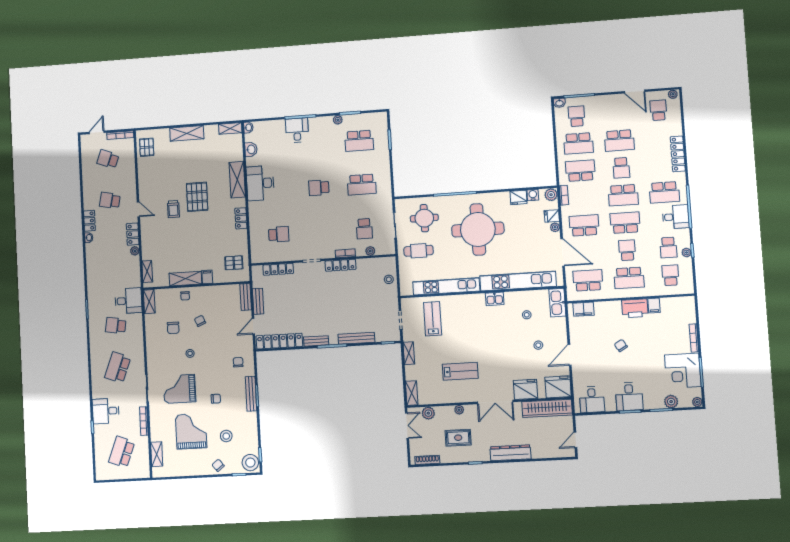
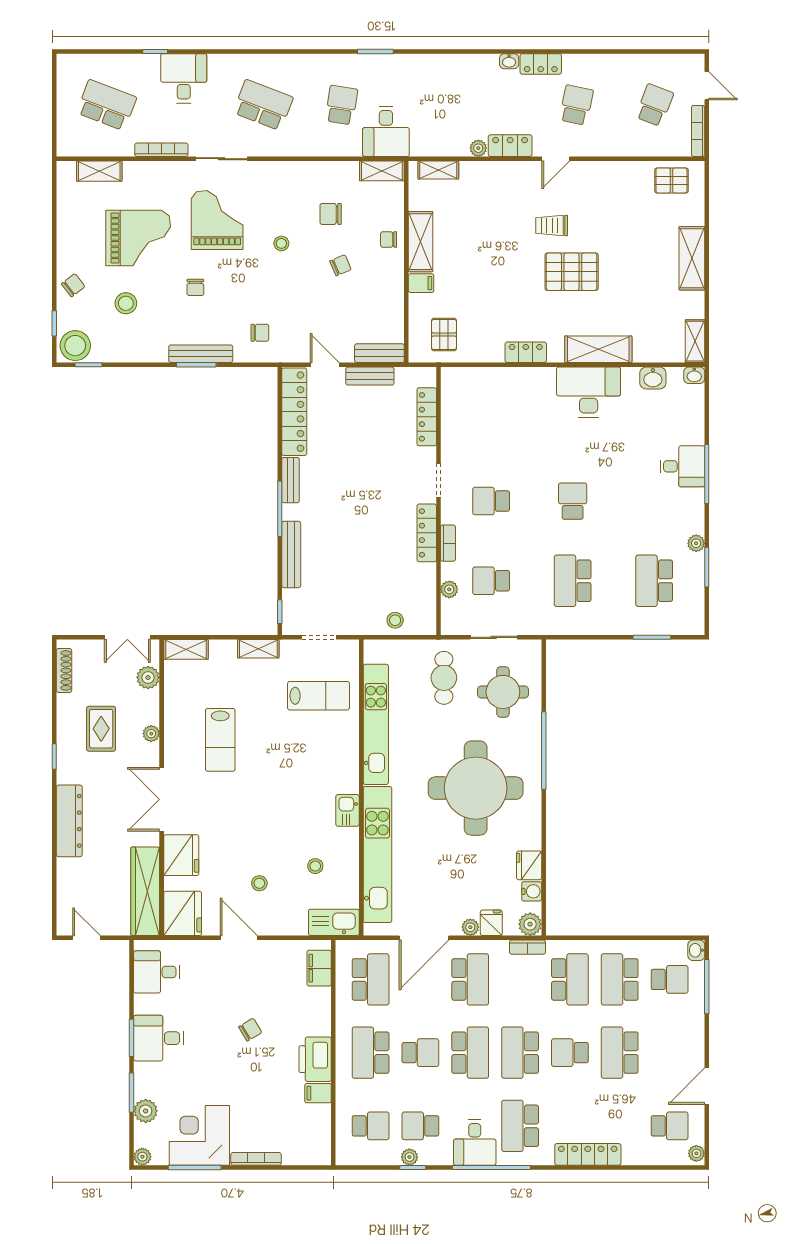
school desk: (279, 234) -> (491, 501), moved, turned 90

